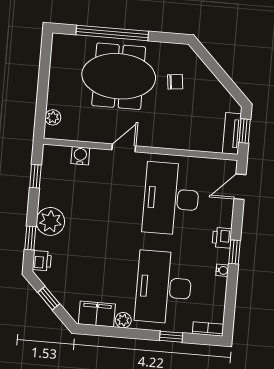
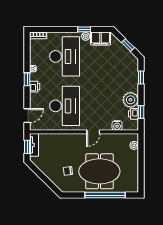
plant: (50, 221) -> (131, 100), moved
printer: (42, 261) -> (133, 114), moved
window: (171, 337) -> (84, 29), moved

